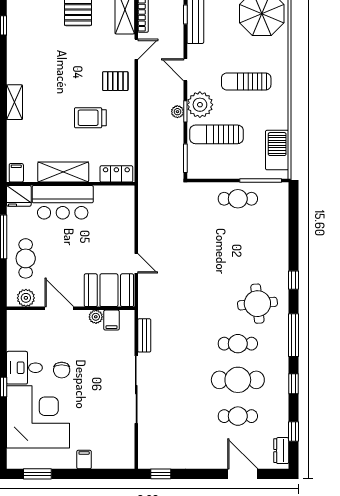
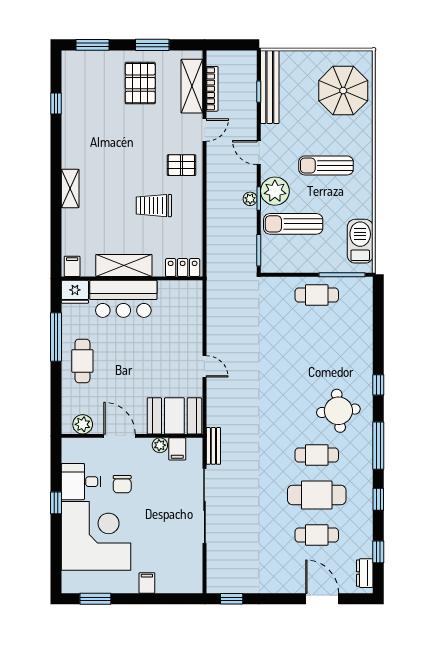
booth: (109, 290) -> (174, 416), moved
plant: (26, 298) -> (83, 424), moved
door: (59, 308) -> (120, 436), moved
wall: (71, 308) -> (132, 436), moved
plant: (96, 317) -> (160, 445), moved
filing cabinet: (112, 320) -> (177, 449), moved

